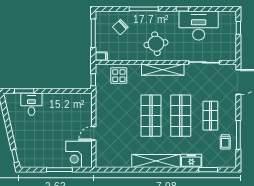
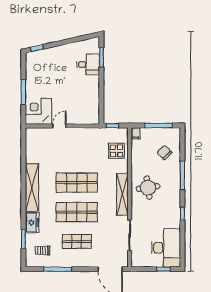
desk: (199, 26) -> (166, 248), moved
door: (94, 133) -> (59, 126), hinge flipped
trolley: (225, 142) -> (42, 251), moved

